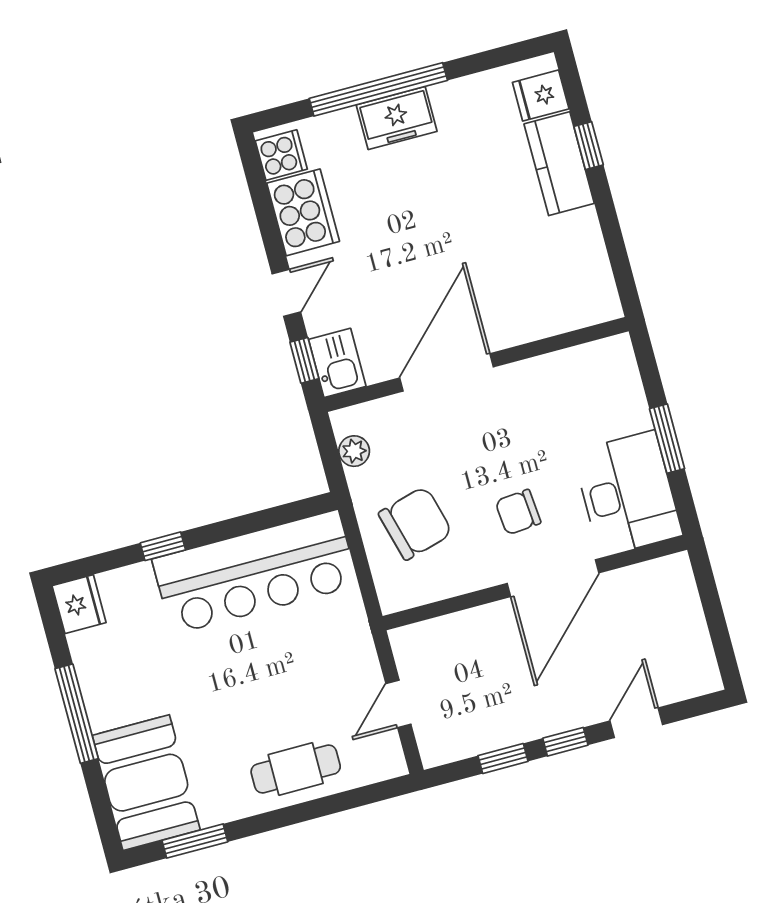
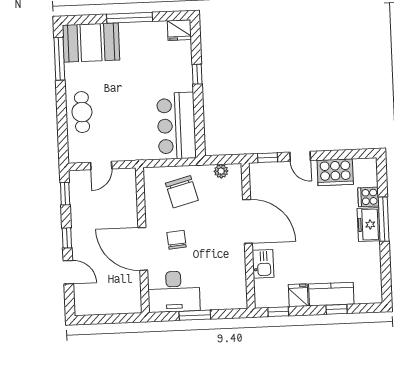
window: (378, 89) -> (384, 219), width x0.68
fridge: (541, 96) -> (298, 295), moved
cooker: (281, 155) -> (368, 197), moved, turned 90
window: (621, 266) -> (278, 312), added
kitchen sink: (337, 363) -> (263, 264), moved, turned -90
bar counter: (255, 572) -> (176, 126), width x0.73
door: (398, 704) -> (101, 166), swing flipped
window: (503, 758) -> (65, 194), moved
window: (195, 841) -> (59, 59), width x1.44

